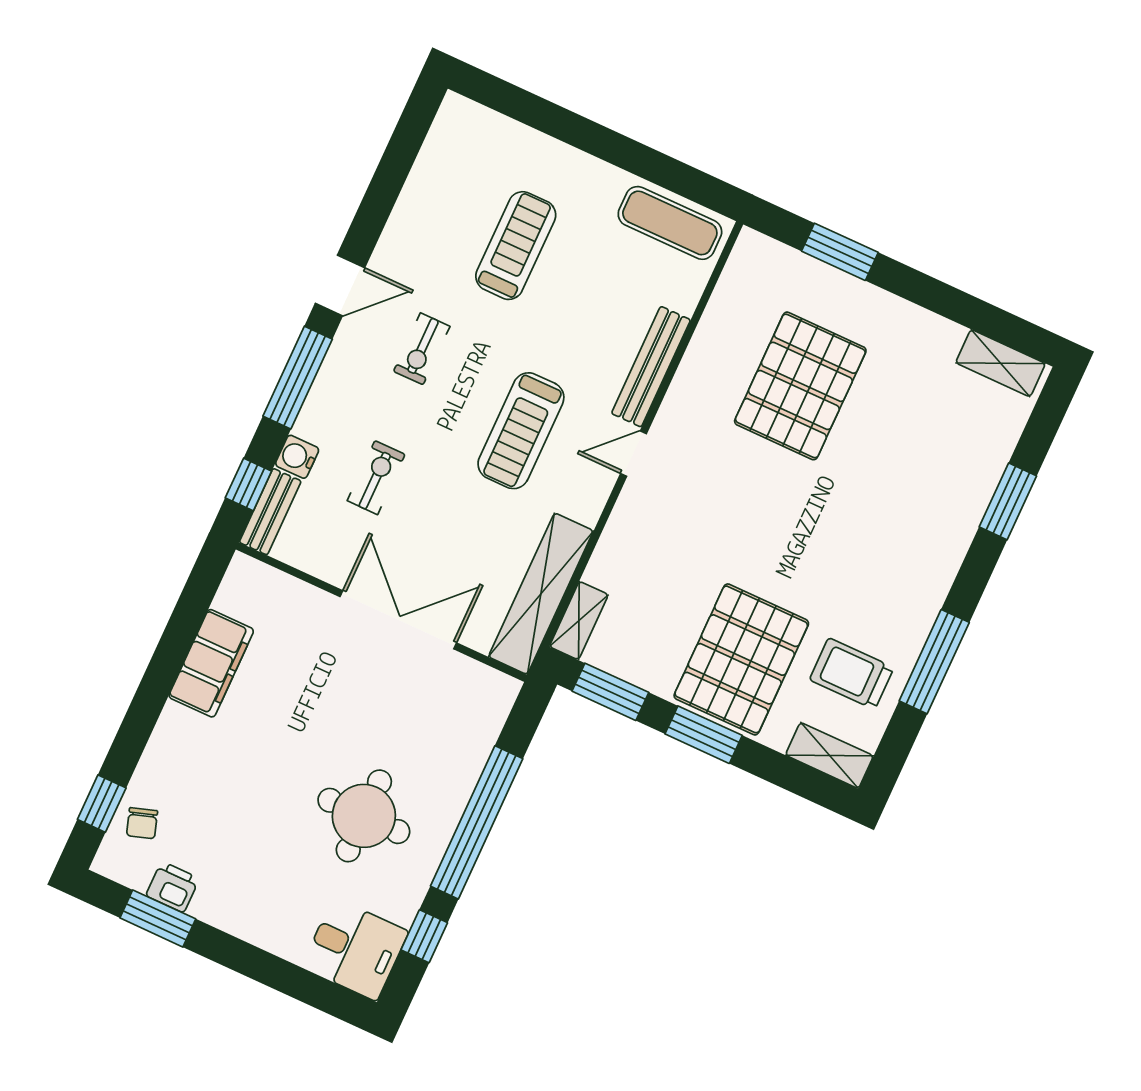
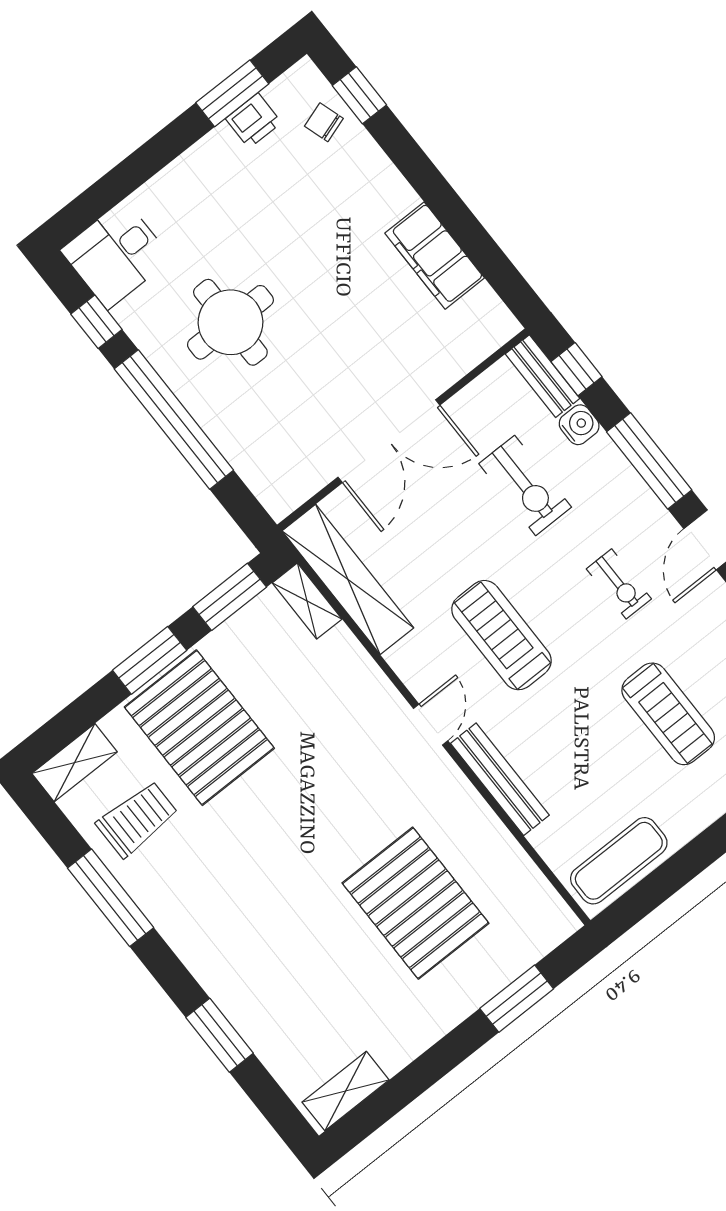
exercise bike: (422, 349) -> (619, 584), turned 180
exercise bike: (376, 478) -> (525, 485), width x1.38, depth x1.39

